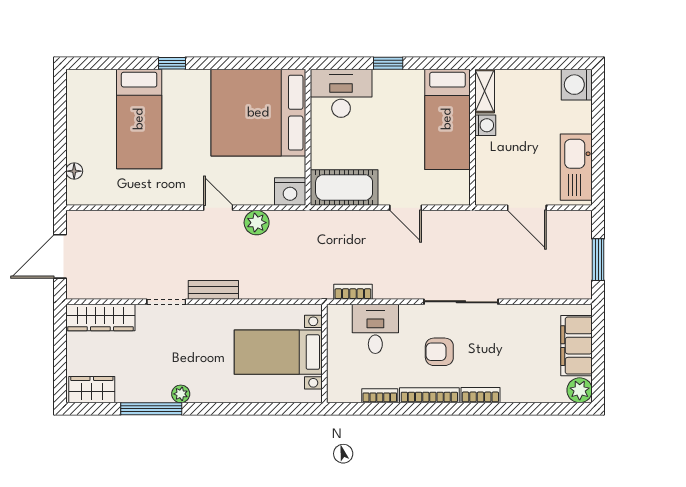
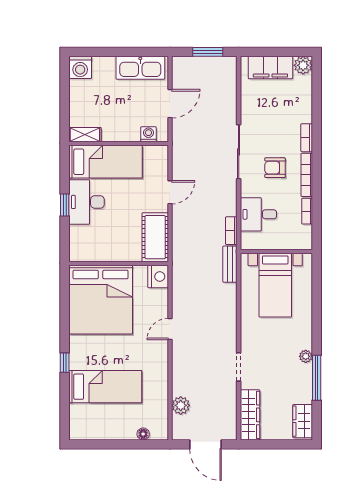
desk: (341, 93) -> (86, 202), moved
washing machine: (485, 125) -> (148, 134), moved
plant: (257, 223) -> (181, 405), moved
bench: (213, 290) -> (230, 264), moved
armchair: (439, 352) -> (275, 168), turned 90

